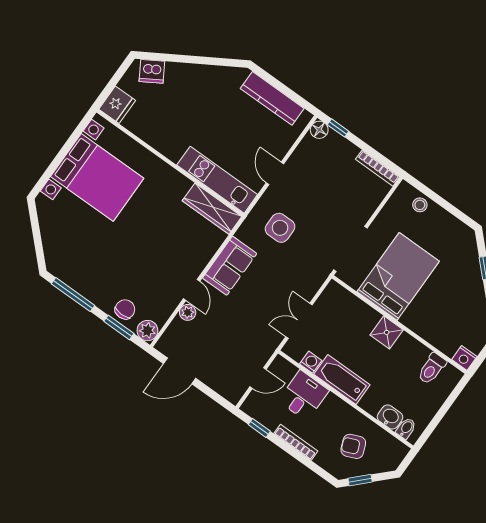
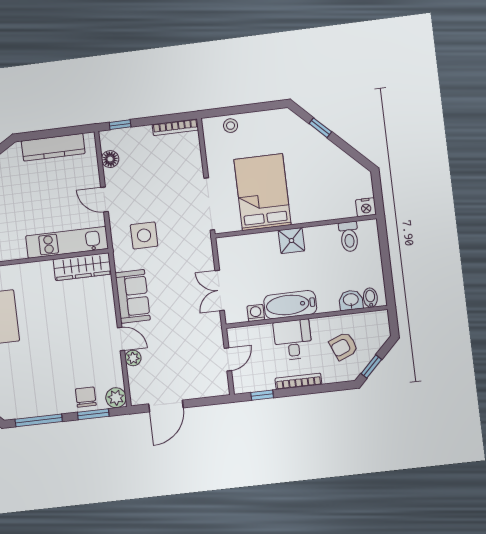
floor lamp: (319, 130) -> (110, 159), moved
desk: (304, 396) -> (293, 340), moved

